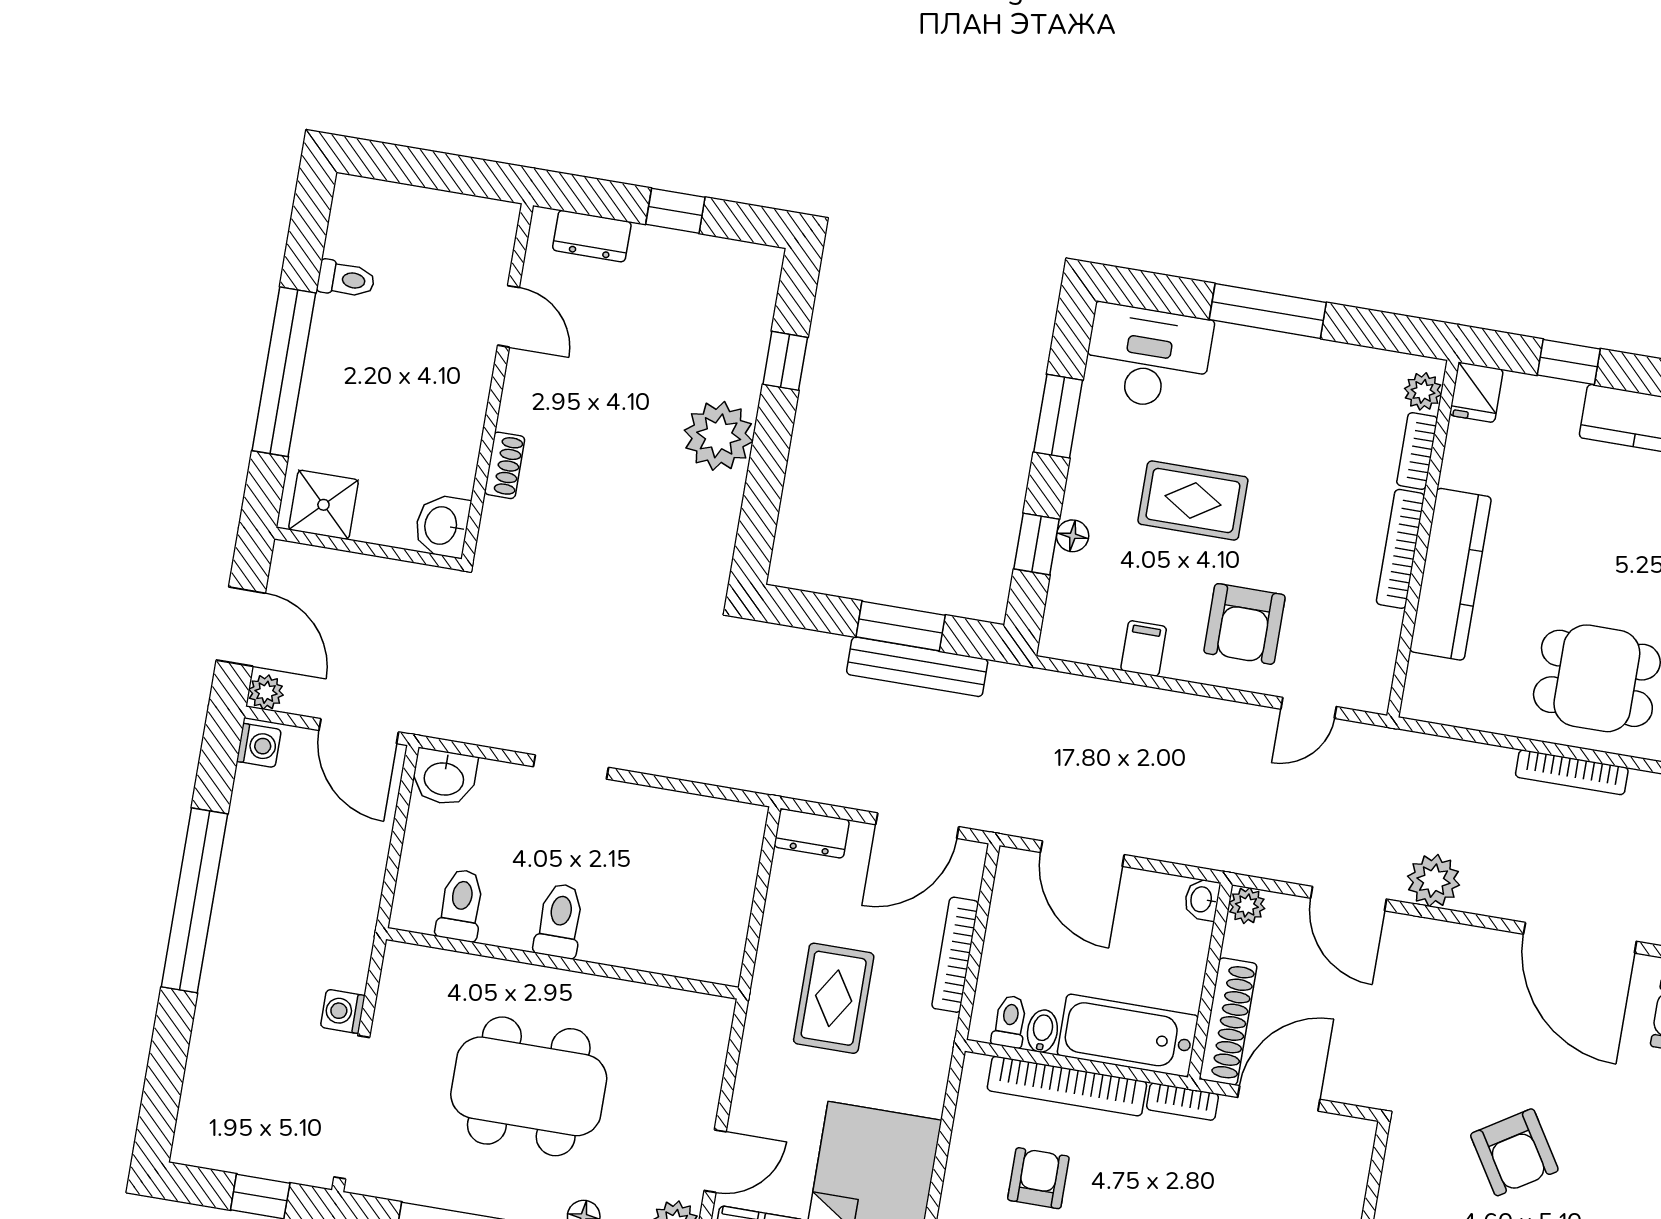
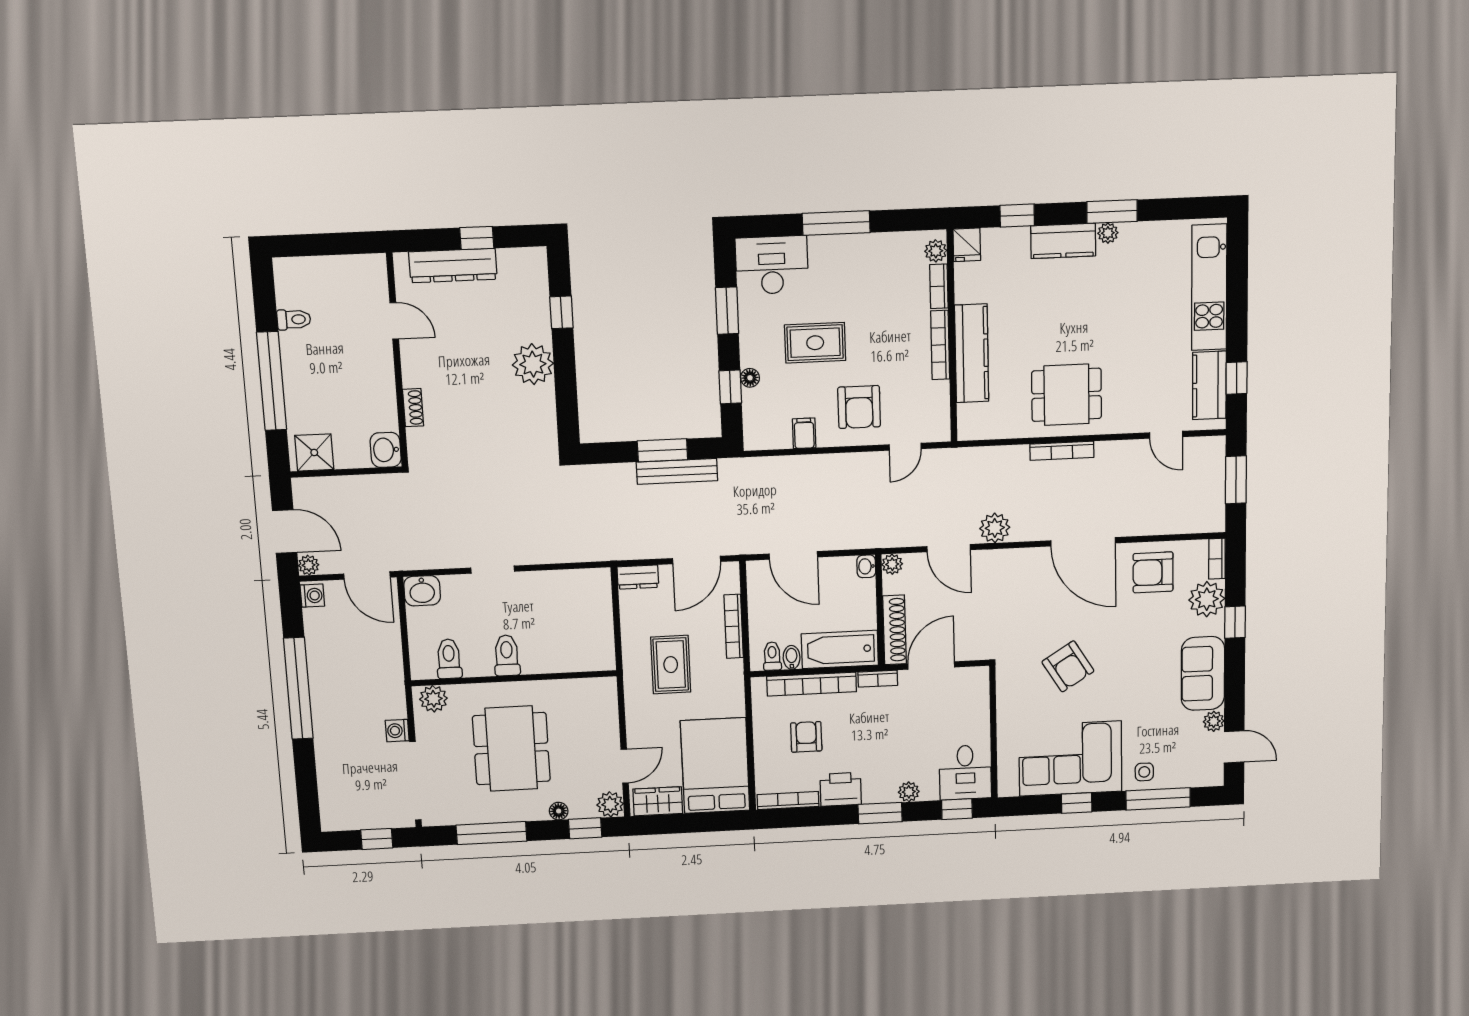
dresser: (592, 236) -> (453, 266), width x1.96, depth x1.24
plant: (418, 969) -> (433, 699), added
dining table: (529, 1086) -> (511, 749), turned 90

